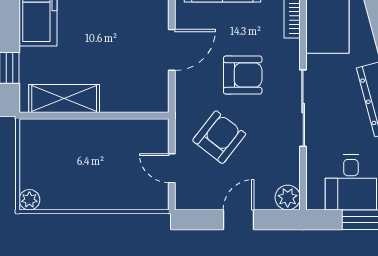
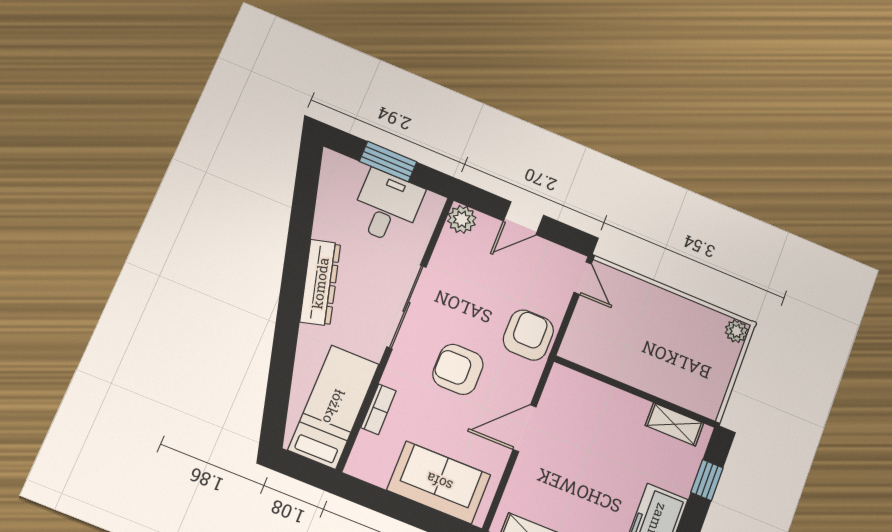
shelving: (64, 99) -> (674, 424), width x0.67, depth x0.75
armchair: (219, 137) -> (528, 335), moved, turned 142
door: (172, 168) -> (583, 278), moved

